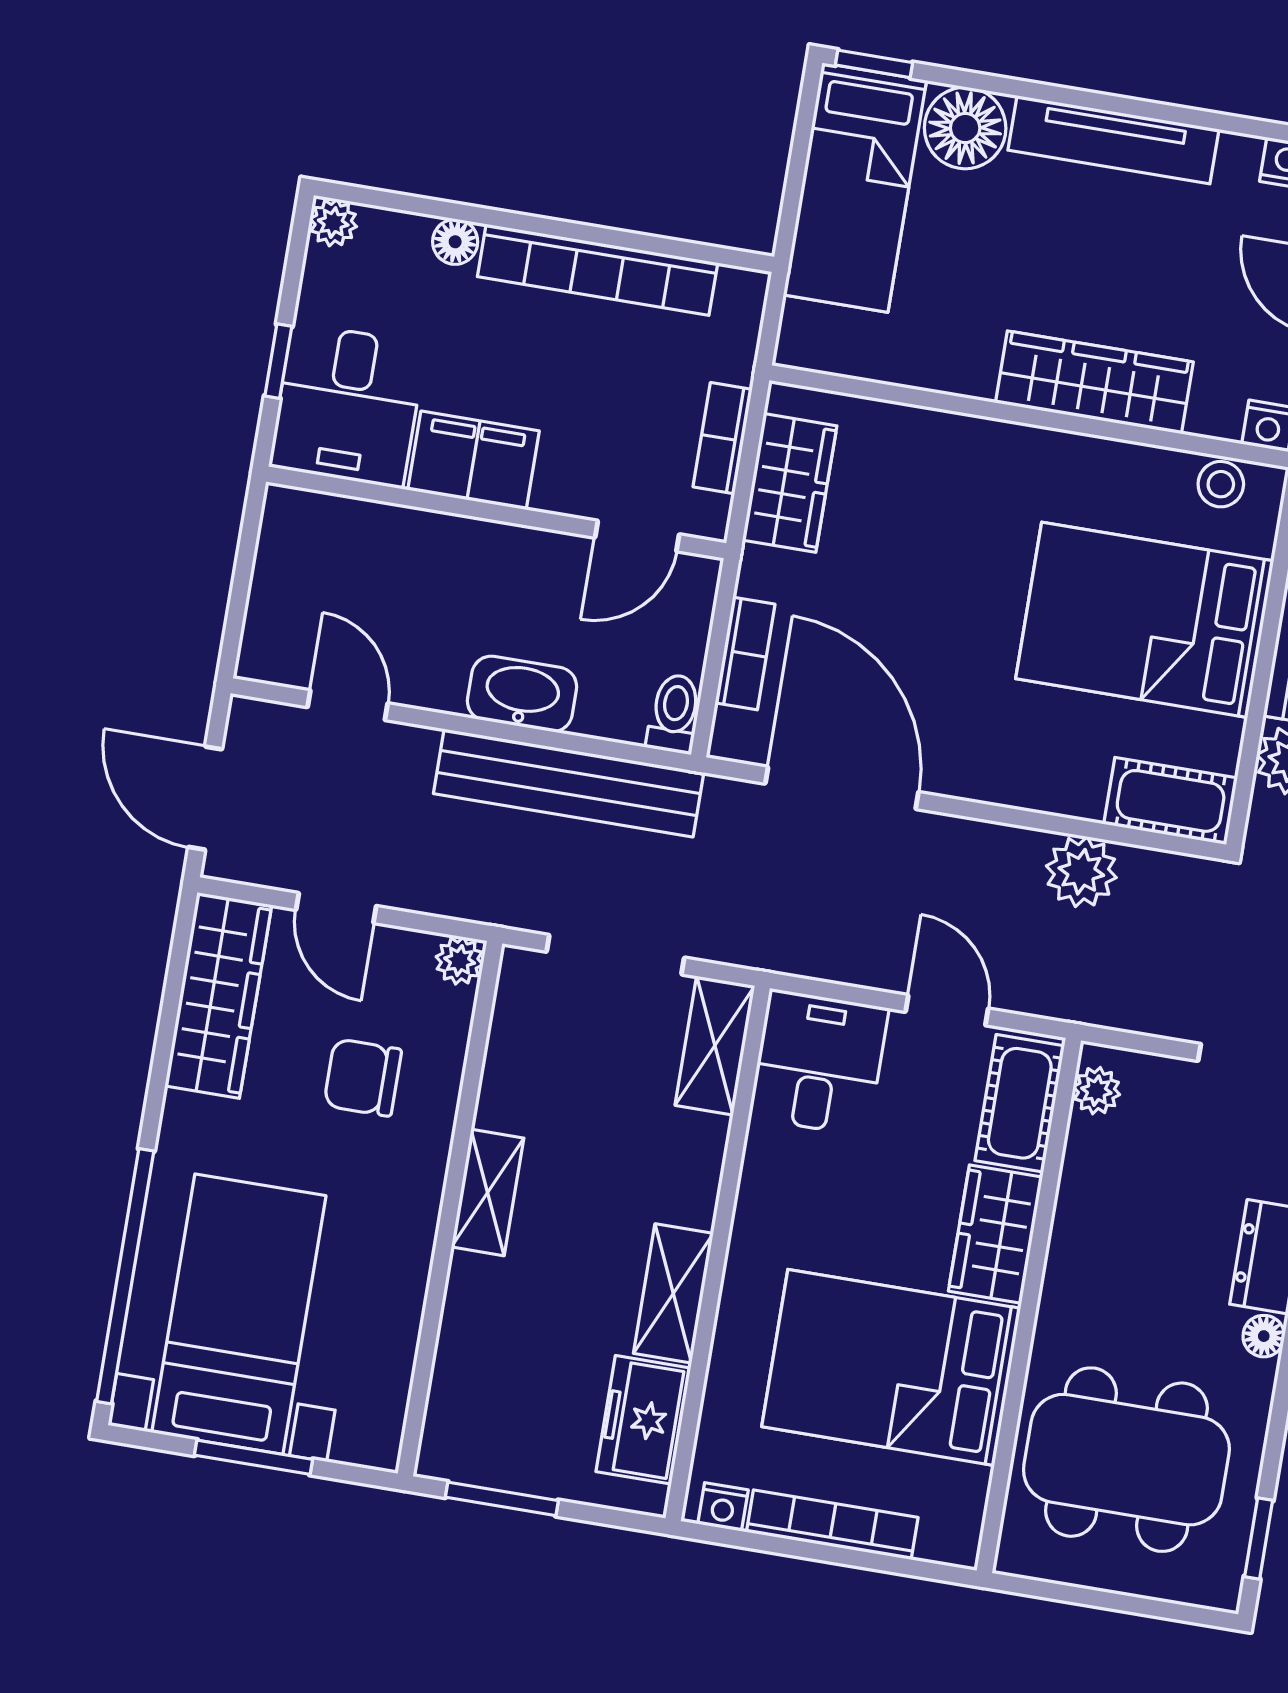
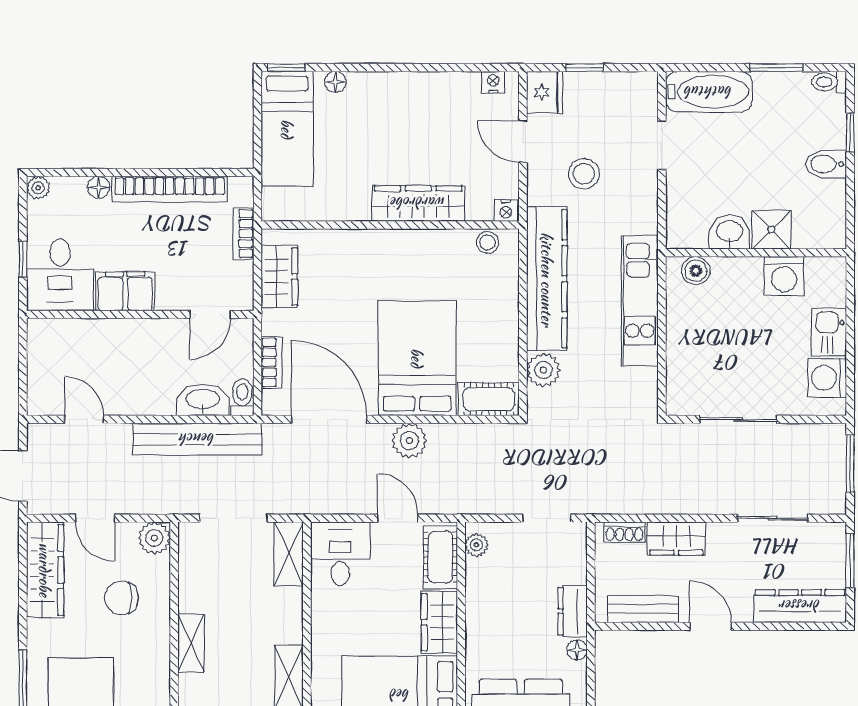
floor lamp: (965, 128) -> (335, 82), width x0.53, depth x0.53
tv unit: (1113, 140) -> (408, 85), removed
bookcase: (723, 438) -> (243, 234), moved
bed: (1145, 620) -> (417, 358), moved, turned 90
washbasin: (522, 694) -> (203, 400), moved
plant: (1081, 872) -> (409, 441), moved
plant: (460, 961) -> (154, 538), width x1.38, depth x1.38

